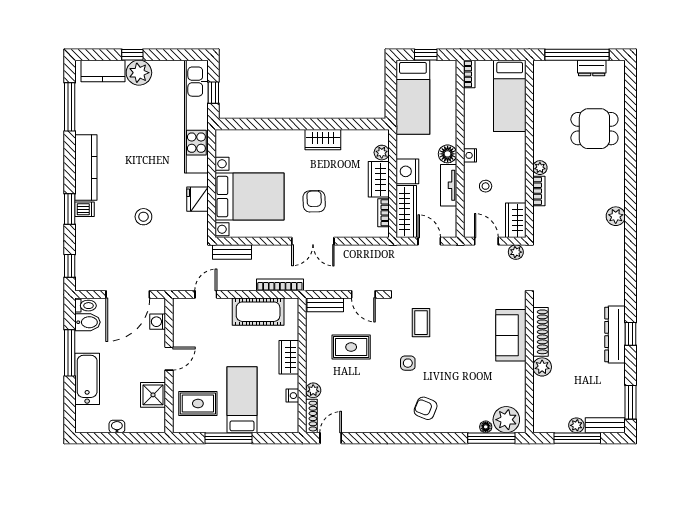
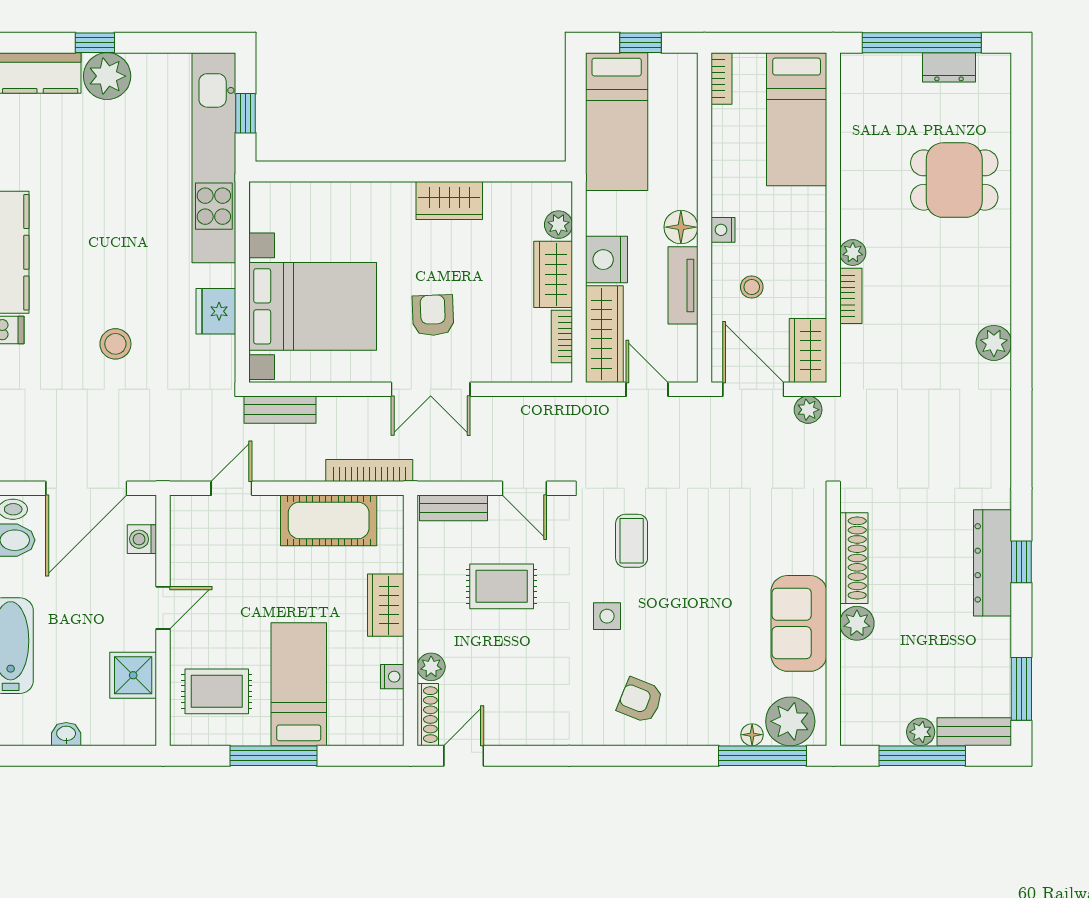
door: (486, 241) -> (753, 389), width x1.38
sofa: (511, 335) -> (799, 623), moved

